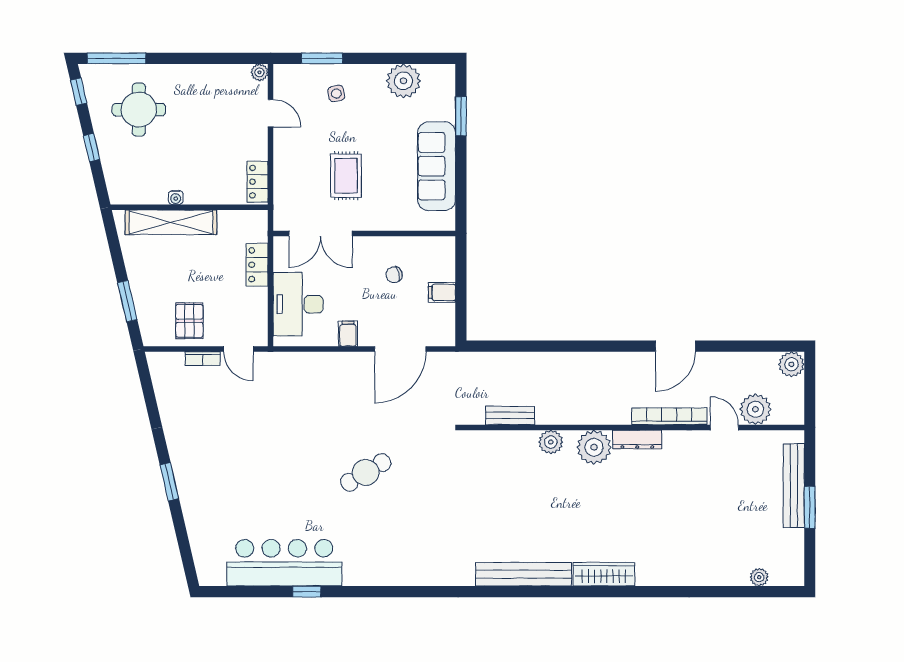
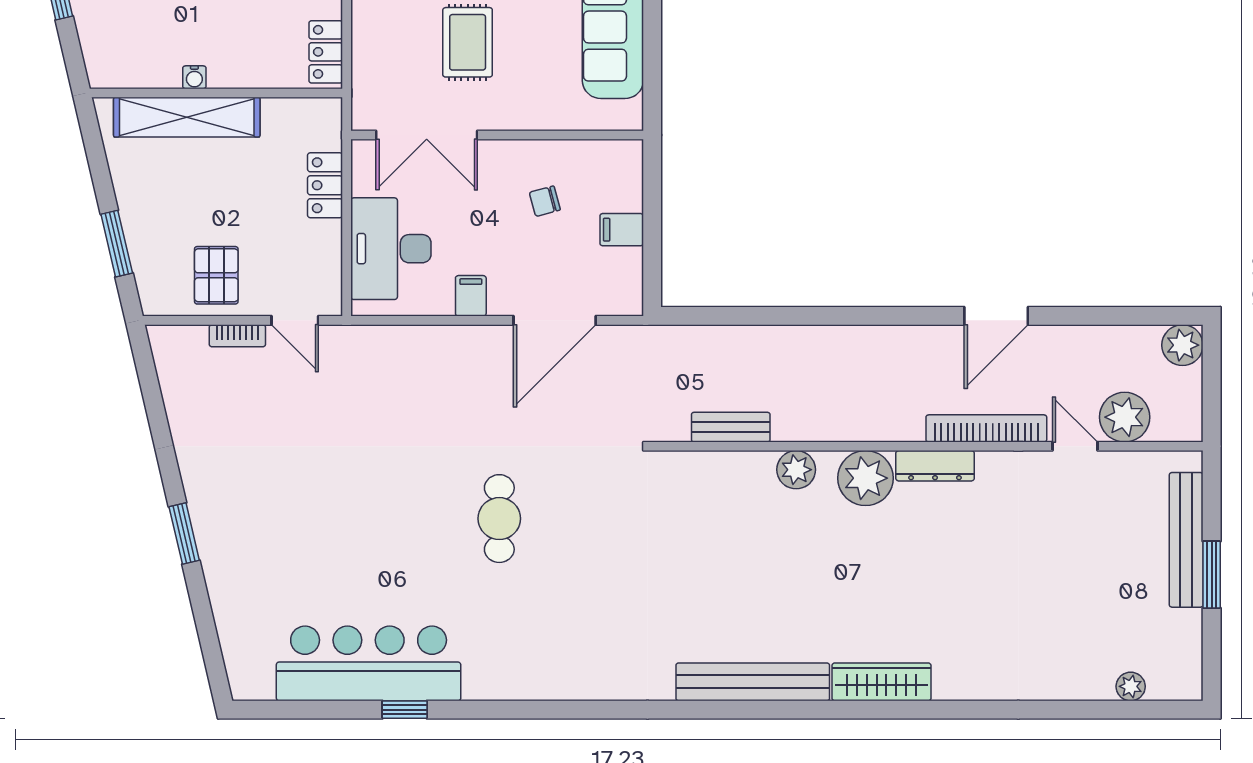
cafe table: (366, 472) -> (499, 519), turned -59

